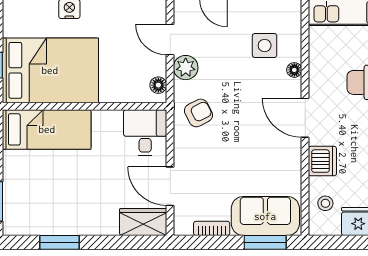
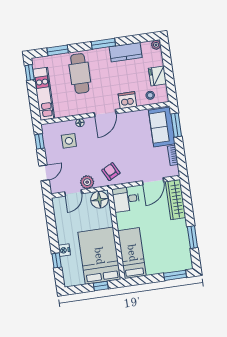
floor lamp: (158, 85) -> (99, 200), width x1.89, depth x1.89
wardrobe: (143, 222) -> (176, 200), width x1.50

